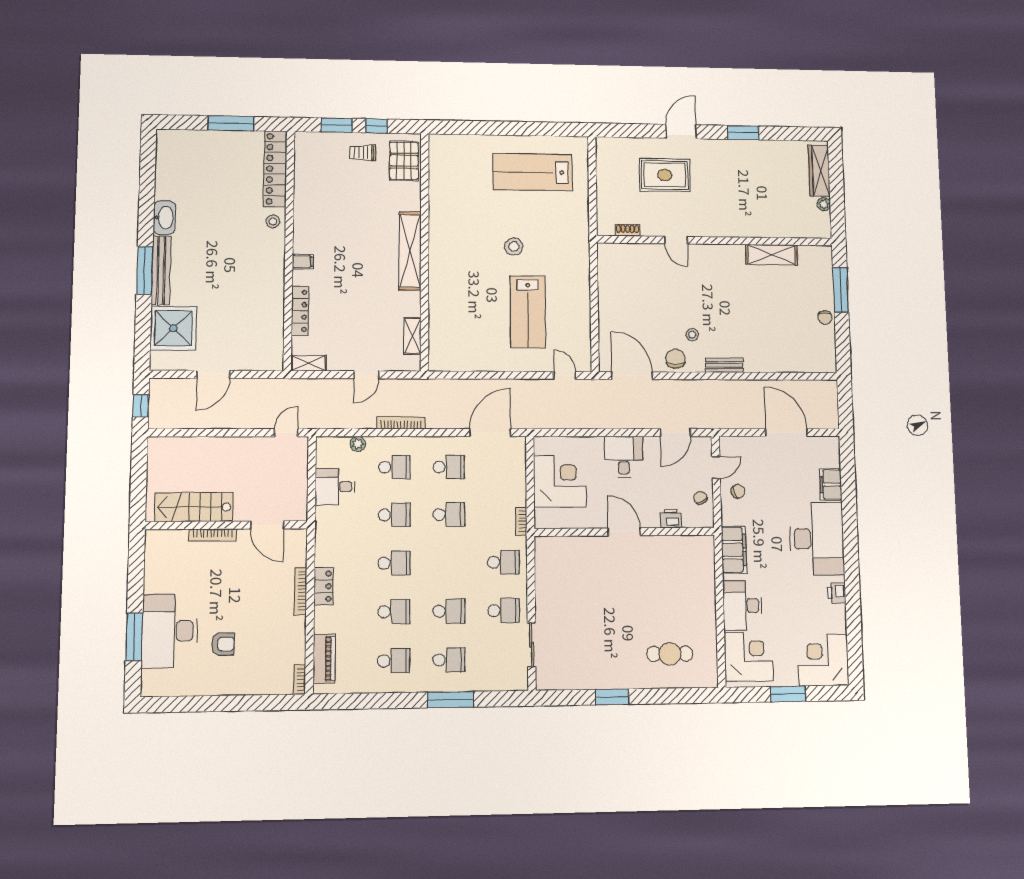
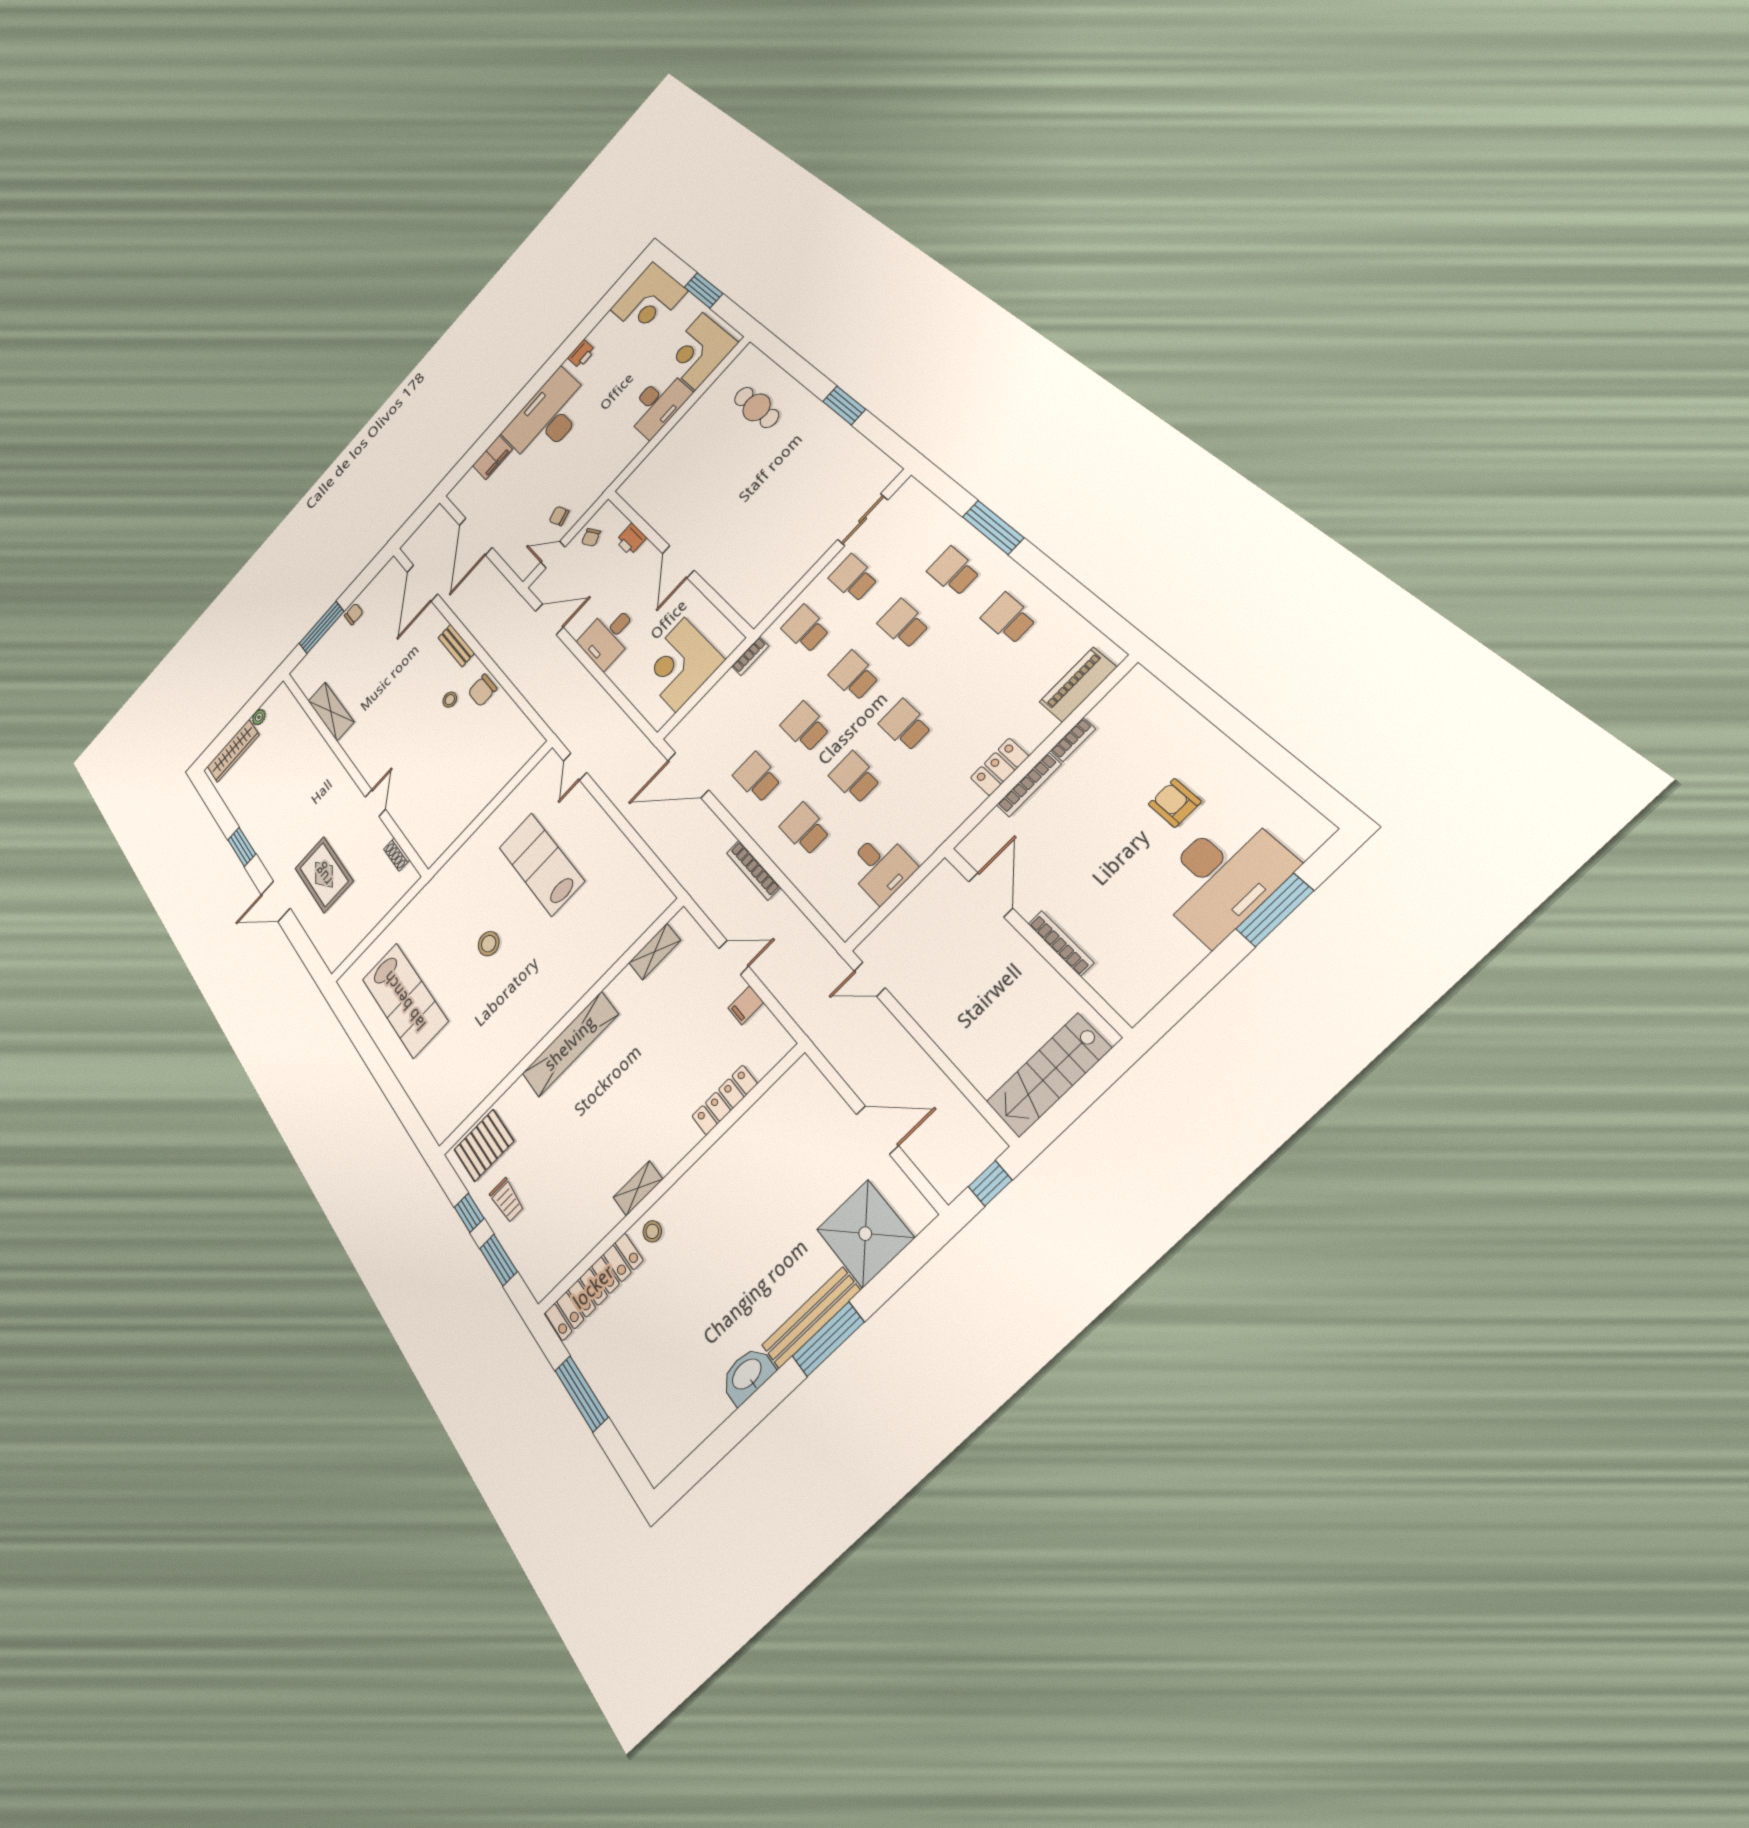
filing cabinet: (303, 262) -> (746, 1005), moved, turned -90
lab bench: (528, 312) -> (541, 864), turned -90
shelving: (309, 363) -> (638, 1188), moved, turned 90
door: (632, 376) -> (422, 583), moved
plant: (358, 444) -> (814, 891), removed
stairs: (194, 507) -> (1048, 1075), moved, turned 90
filing cabinet: (734, 550) -> (614, 463), removed
school desk: (394, 612) -> (854, 676), moved
bookcase: (300, 680) -> (1073, 740), moved

